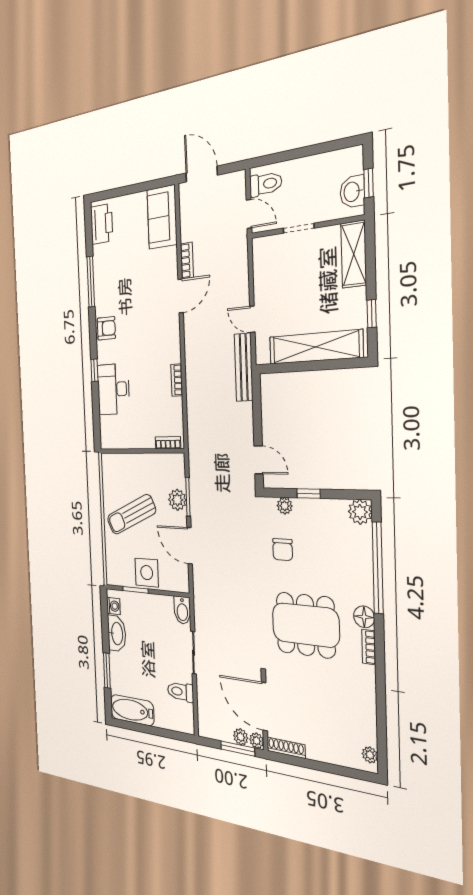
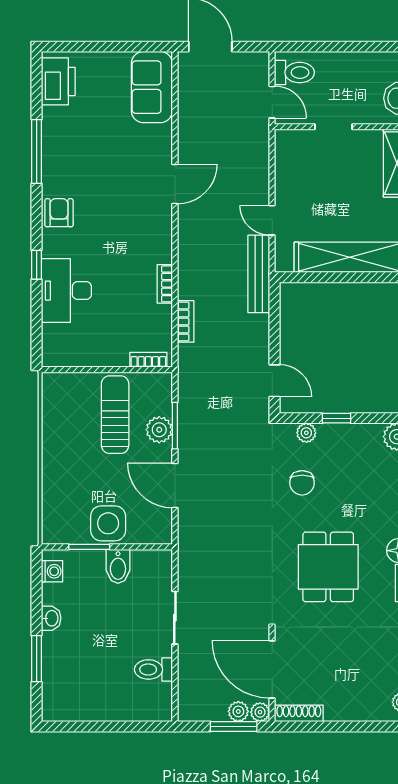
bookcase: (187, 261) -> (186, 321), moved
armchair: (106, 328) -> (59, 213), turned -90
sun lounger: (131, 514) -> (115, 415), moved, turned 115
bidet: (182, 610) -> (118, 566), moved
dining table: (305, 625) -> (328, 567), width x0.73
washbasin: (117, 633) -> (51, 618), width x0.52, depth x0.69
bathtub: (132, 710) -> (76, 705), removed

